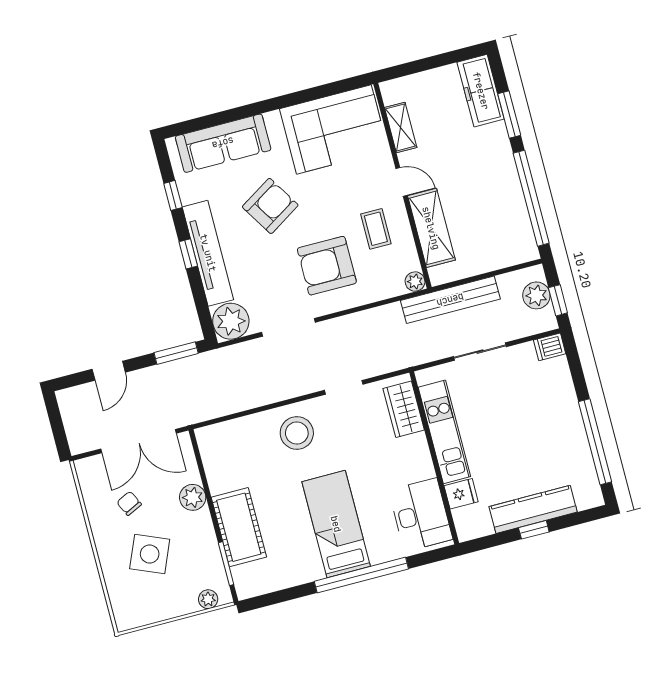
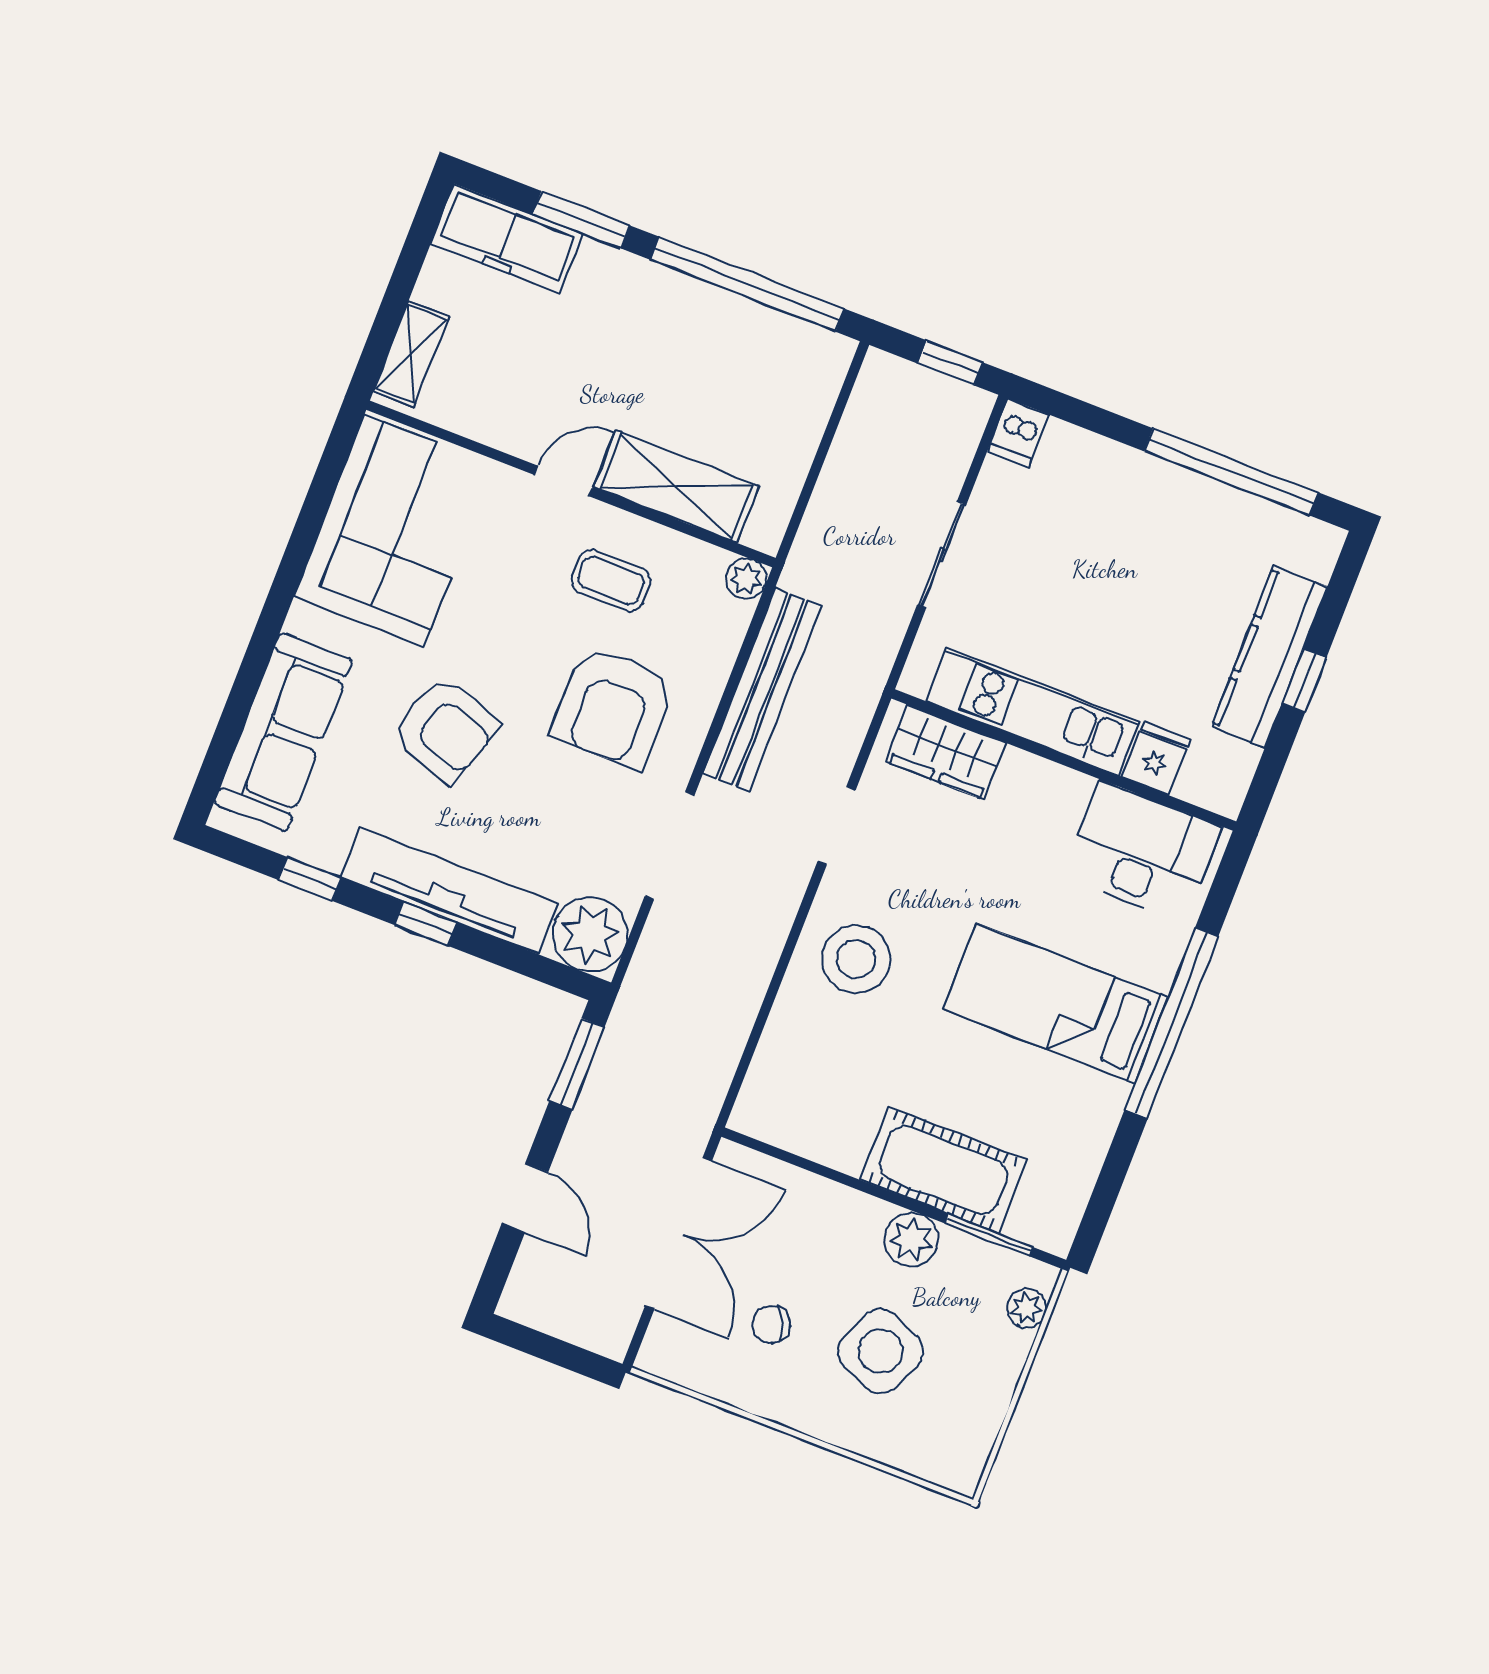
shelving: (401, 127) -> (411, 354), moved, turned 90
armchair: (270, 206) -> (445, 729), turned 141
plant: (536, 295) -> (916, 393), removed
bench: (450, 300) -> (762, 690), moved
plant: (193, 497) -> (911, 1239), moved

